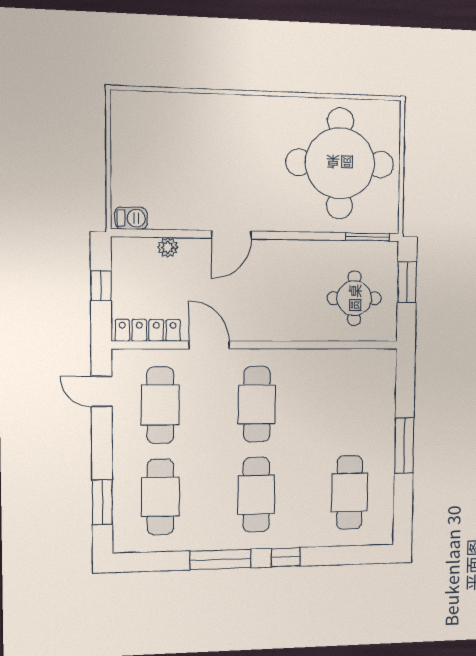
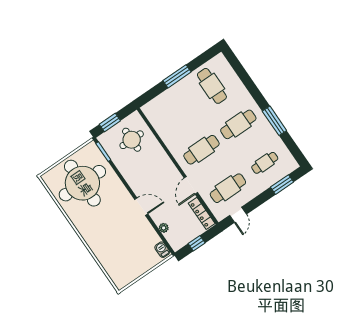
cafe table: (349, 492) -> (212, 86), turned 90
cafe table: (160, 497) -> (265, 163), width x0.73, depth x0.74
window: (286, 557) -> (256, 94), removed

